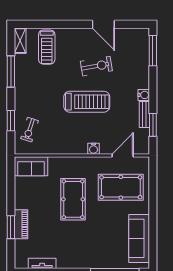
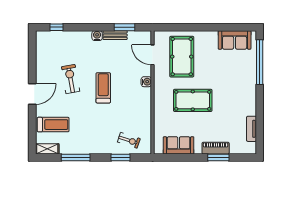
door: (103, 24) -> (32, 94), moved
window: (153, 51) -> (56, 27), width x0.46
treadmill: (87, 102) -> (103, 88), width x0.73, depth x0.73
sofa: (31, 166) -> (179, 145), moved, turned -90
sofa: (139, 238) -> (235, 40), width x0.73

